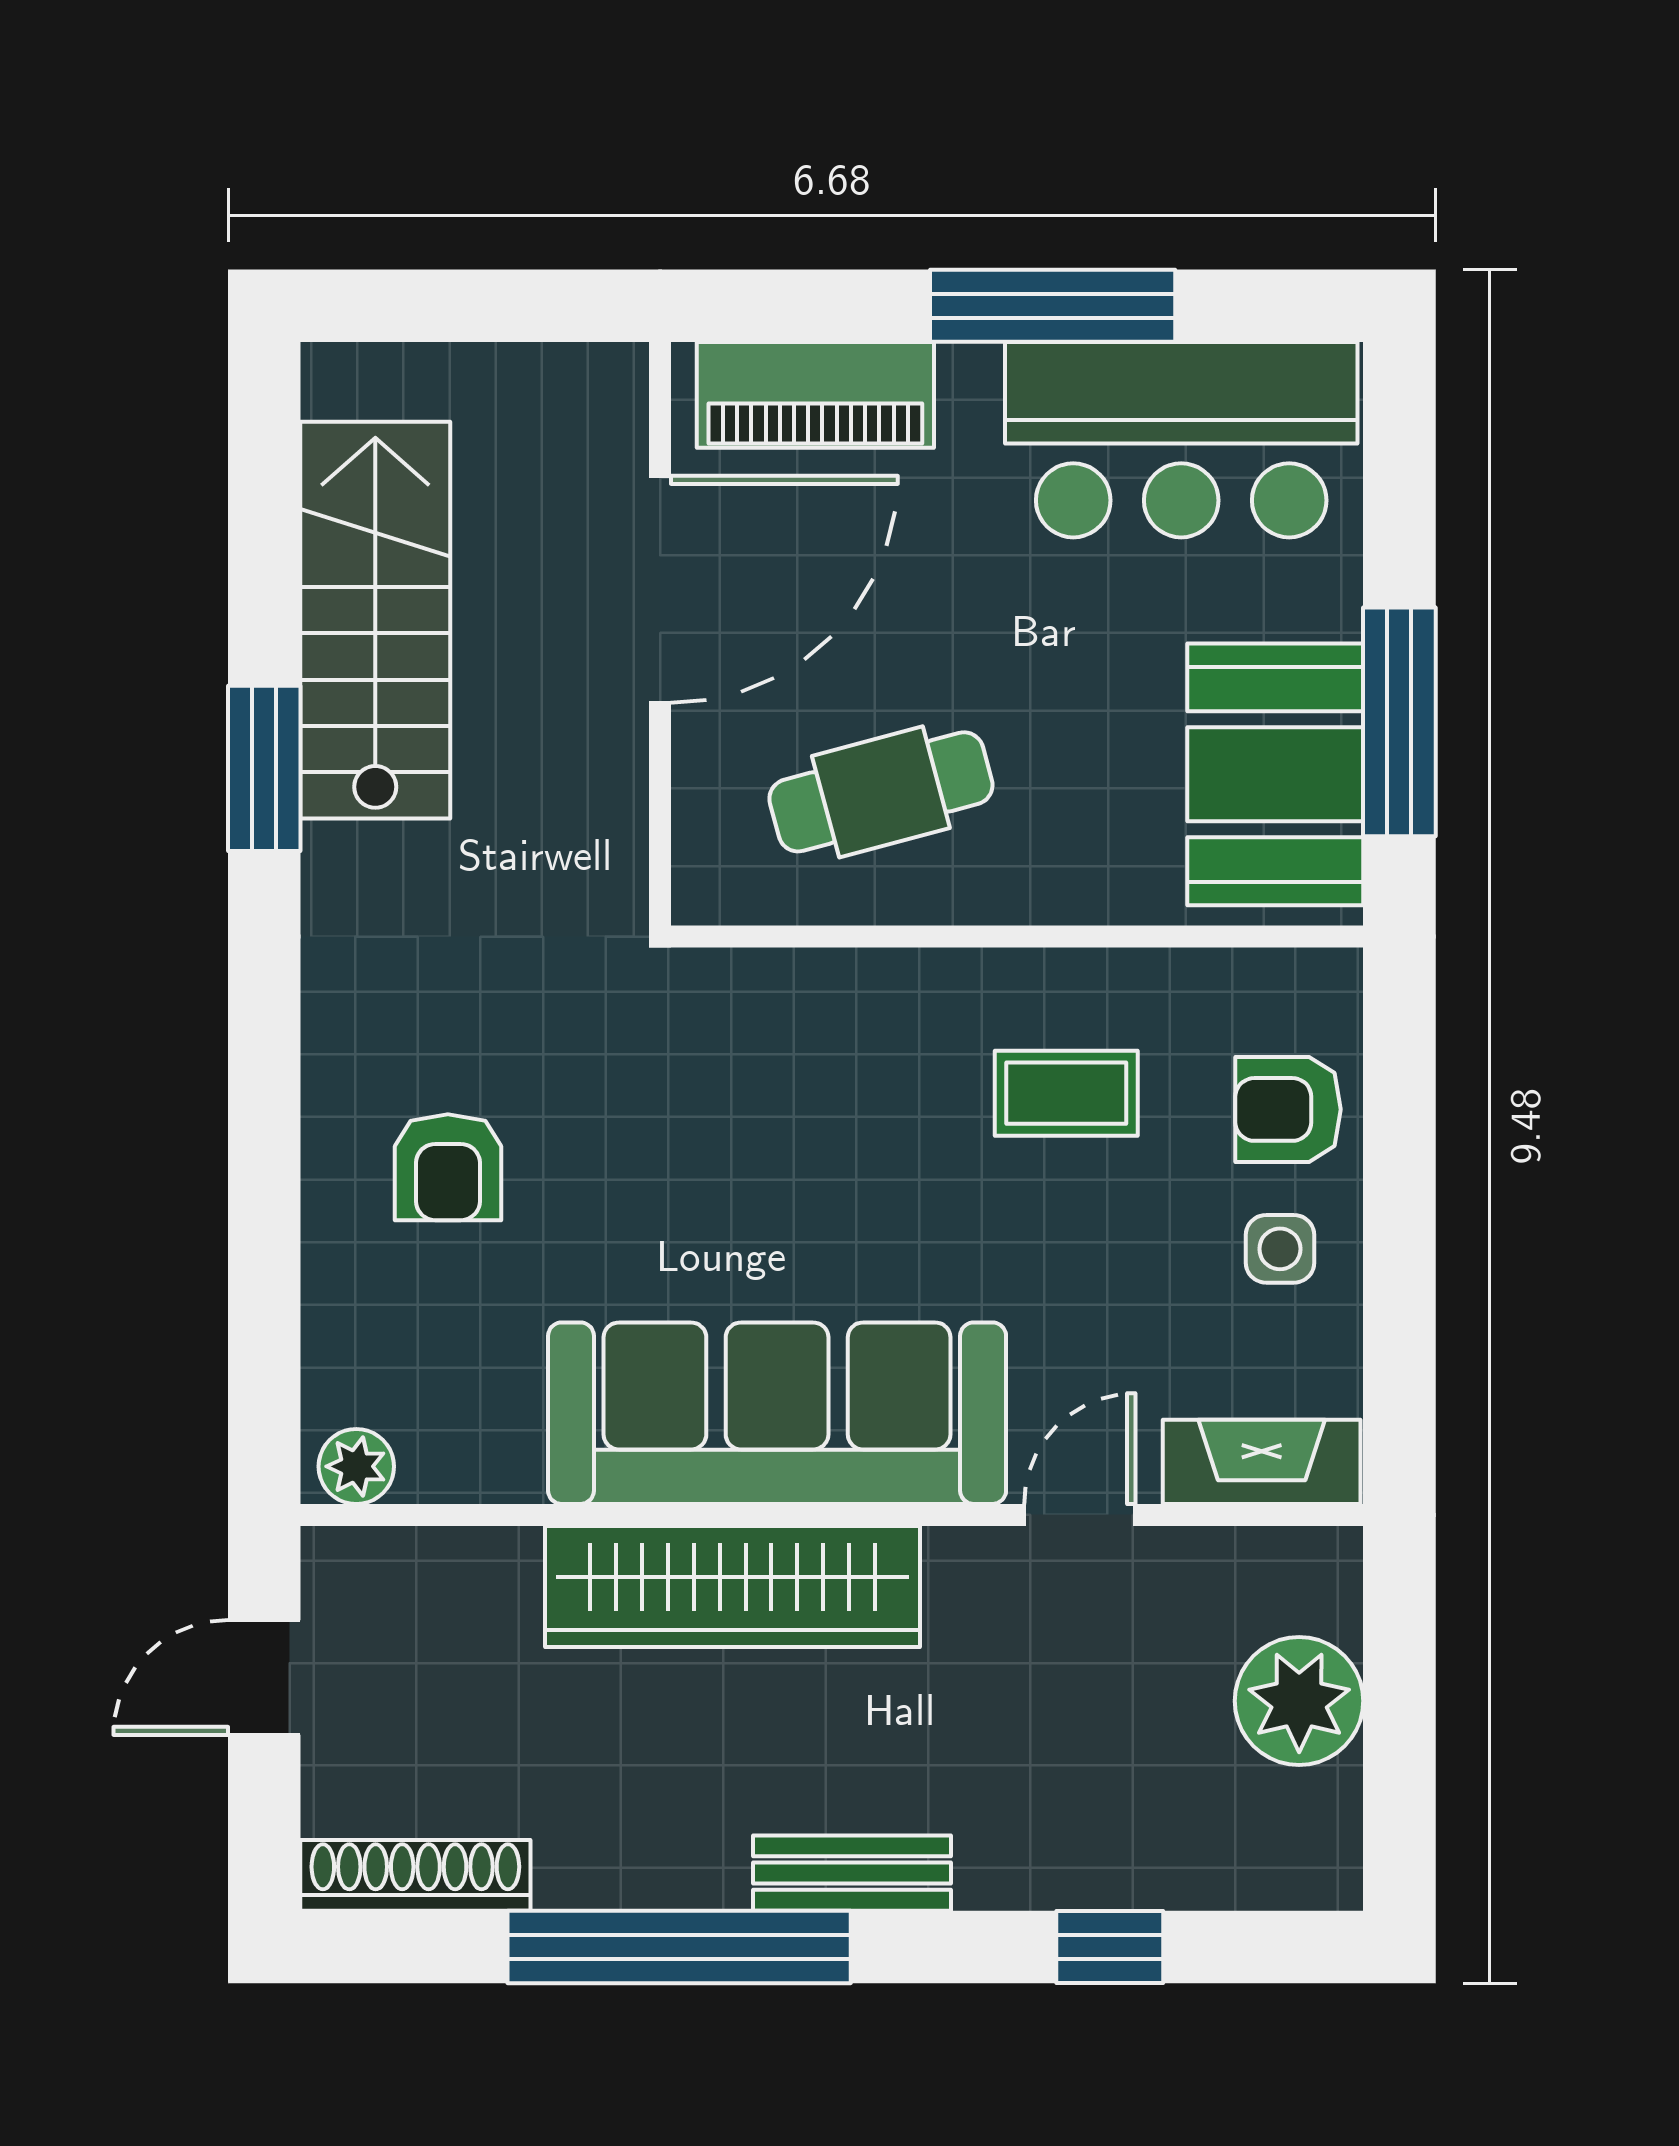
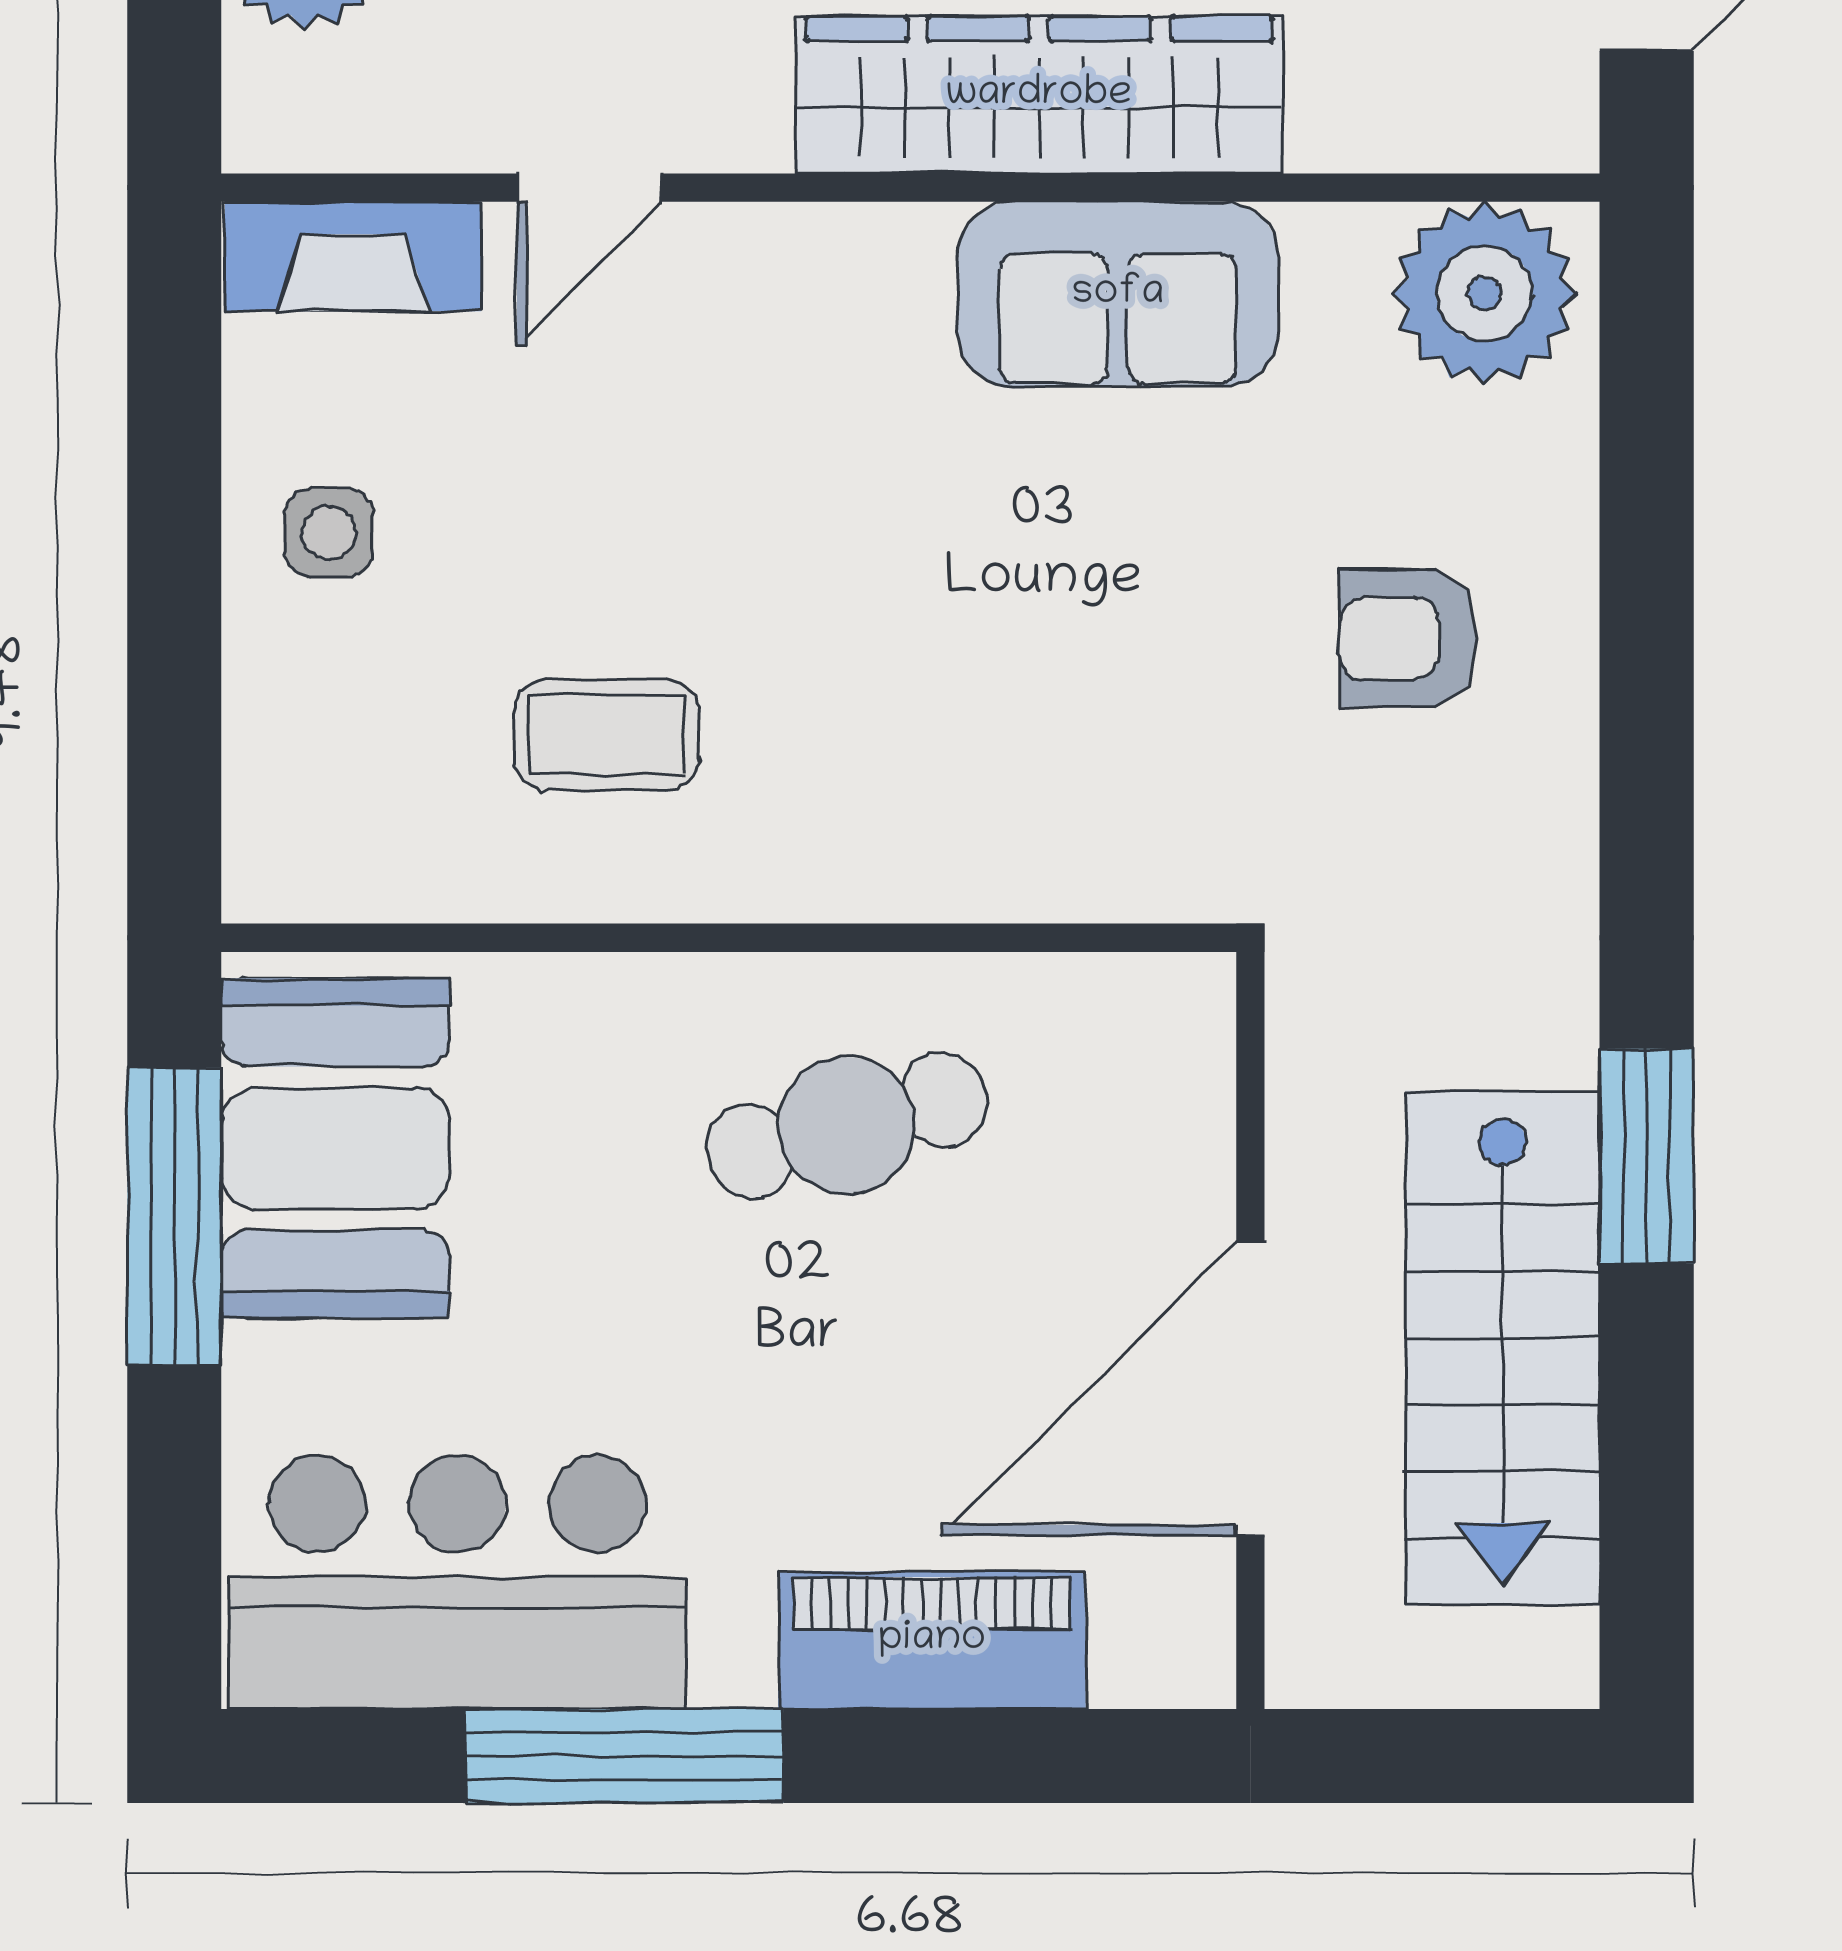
door: (660, 589) -> (1250, 1388), moved
wall: (660, 634) -> (1250, 1331), moved
armchair: (1288, 1109) -> (319, 714), removed
armchair: (448, 1167) -> (1408, 639), turned -90
sofa: (777, 1413) -> (1118, 294), width x0.54, depth x0.79
plant: (356, 1466) -> (1485, 293), width x1.87, depth x1.87

